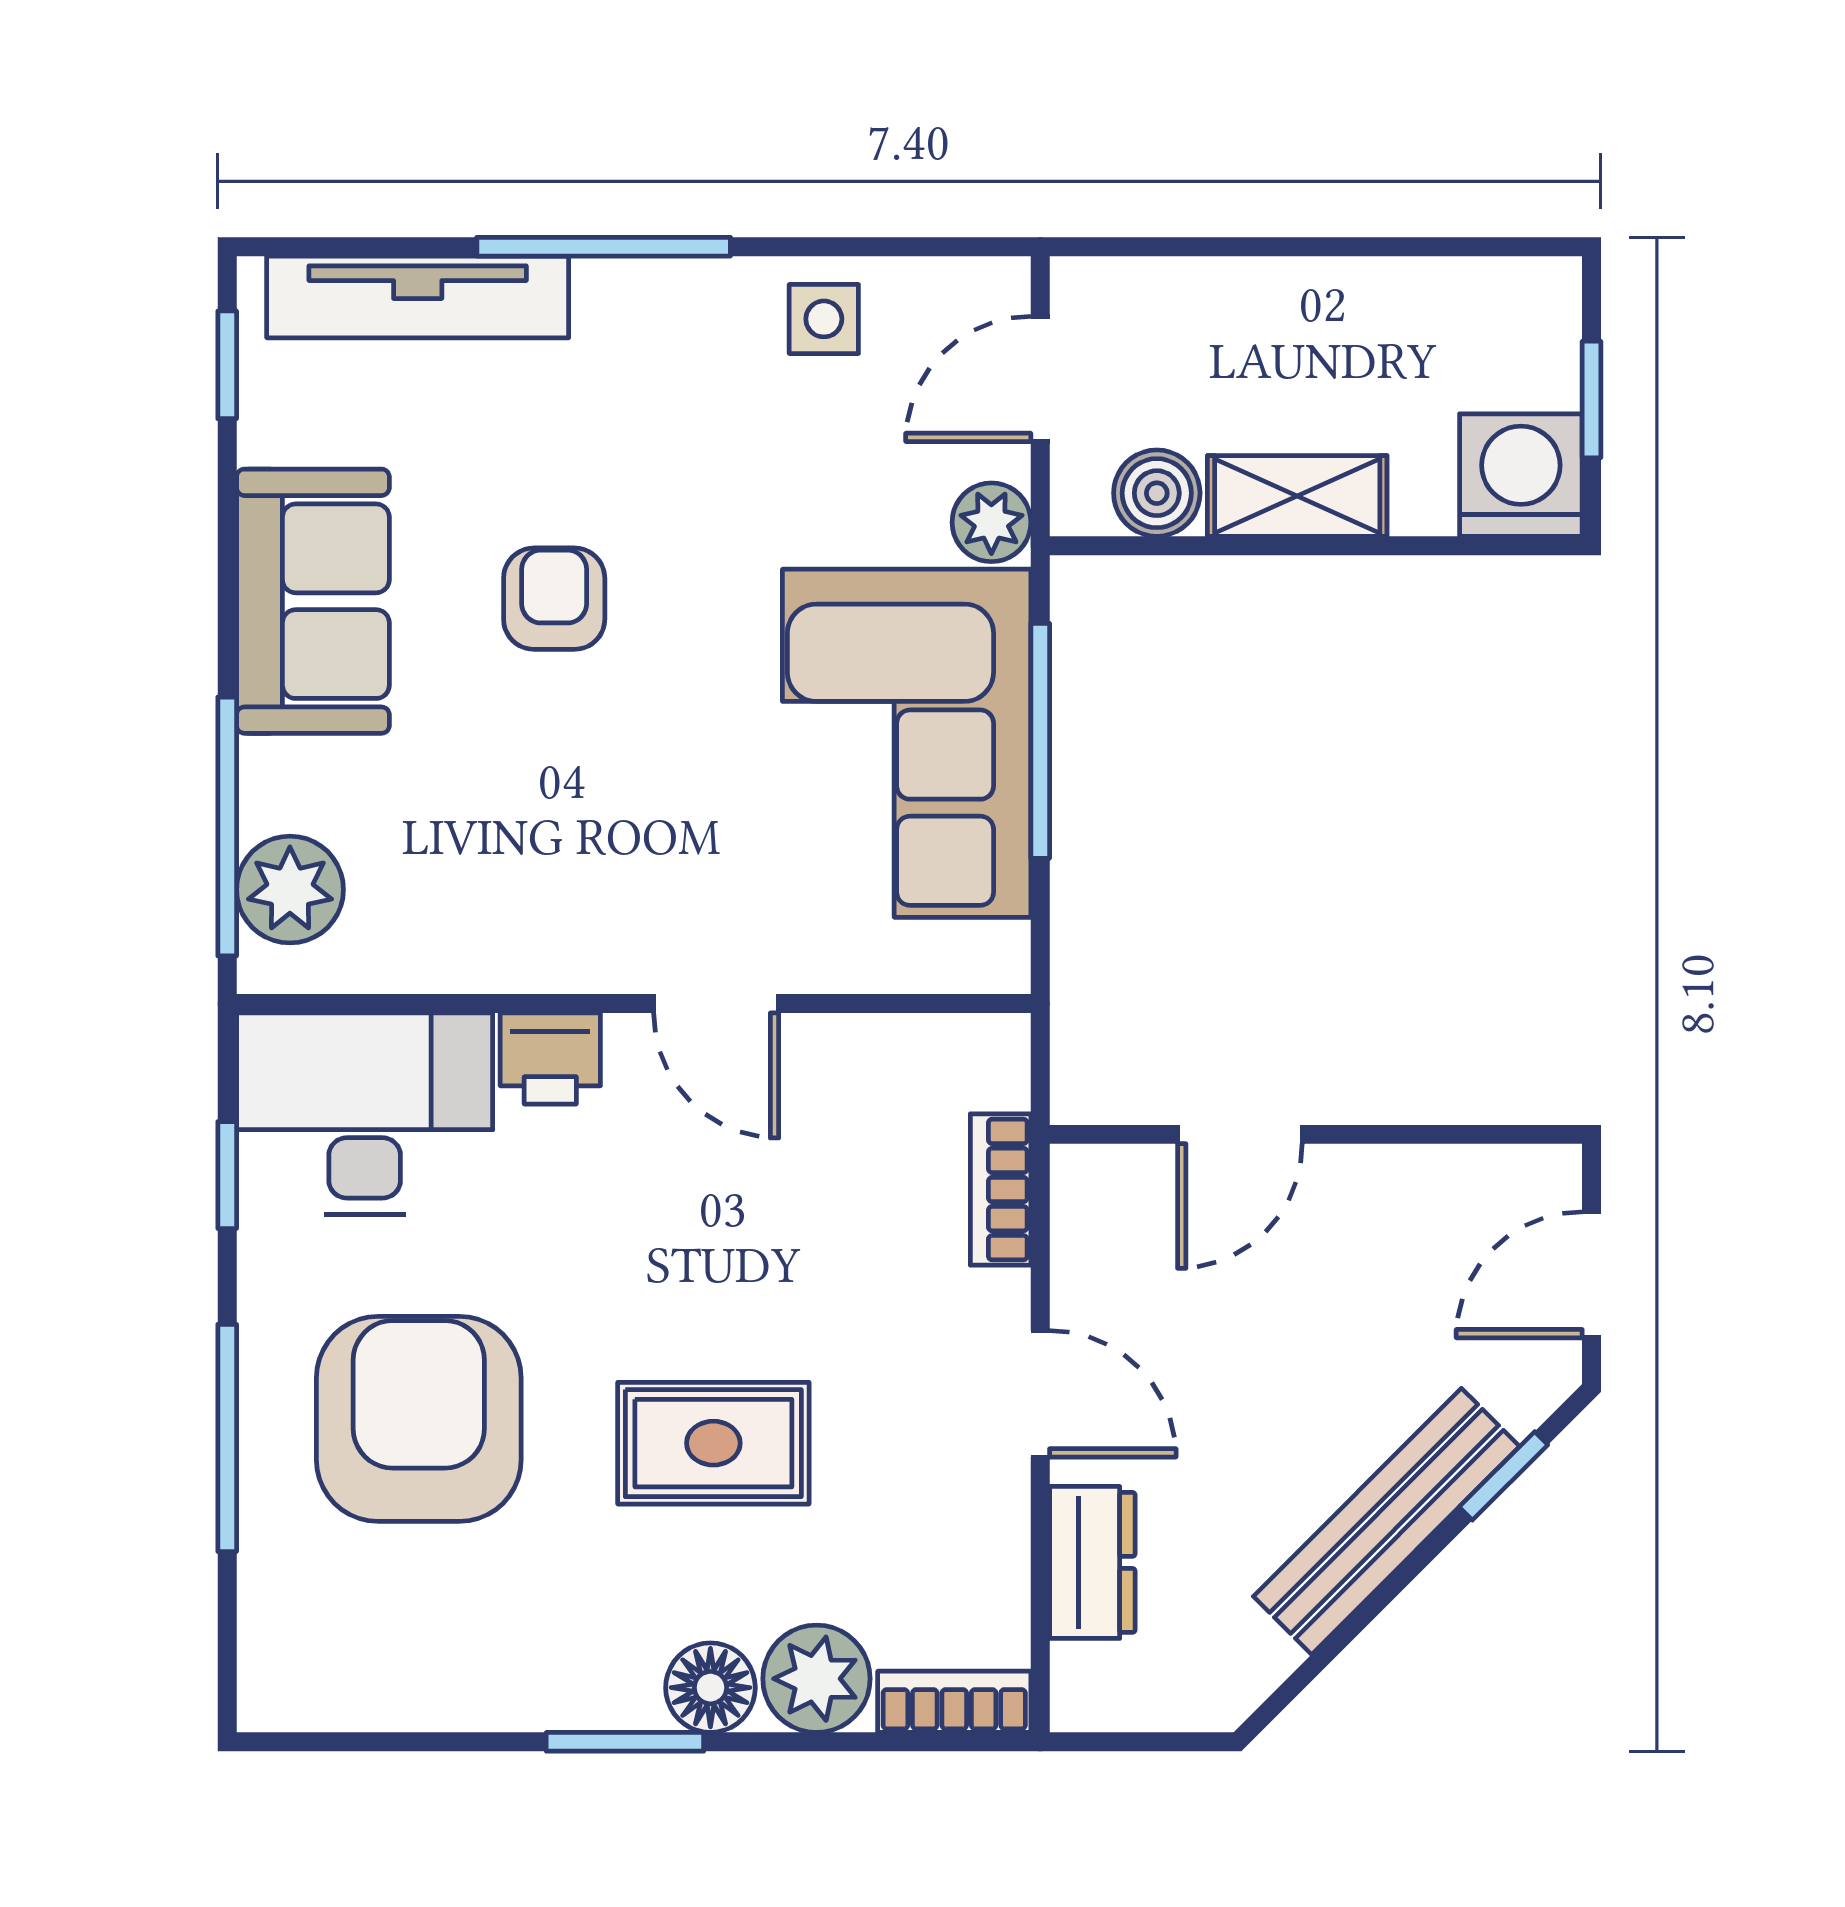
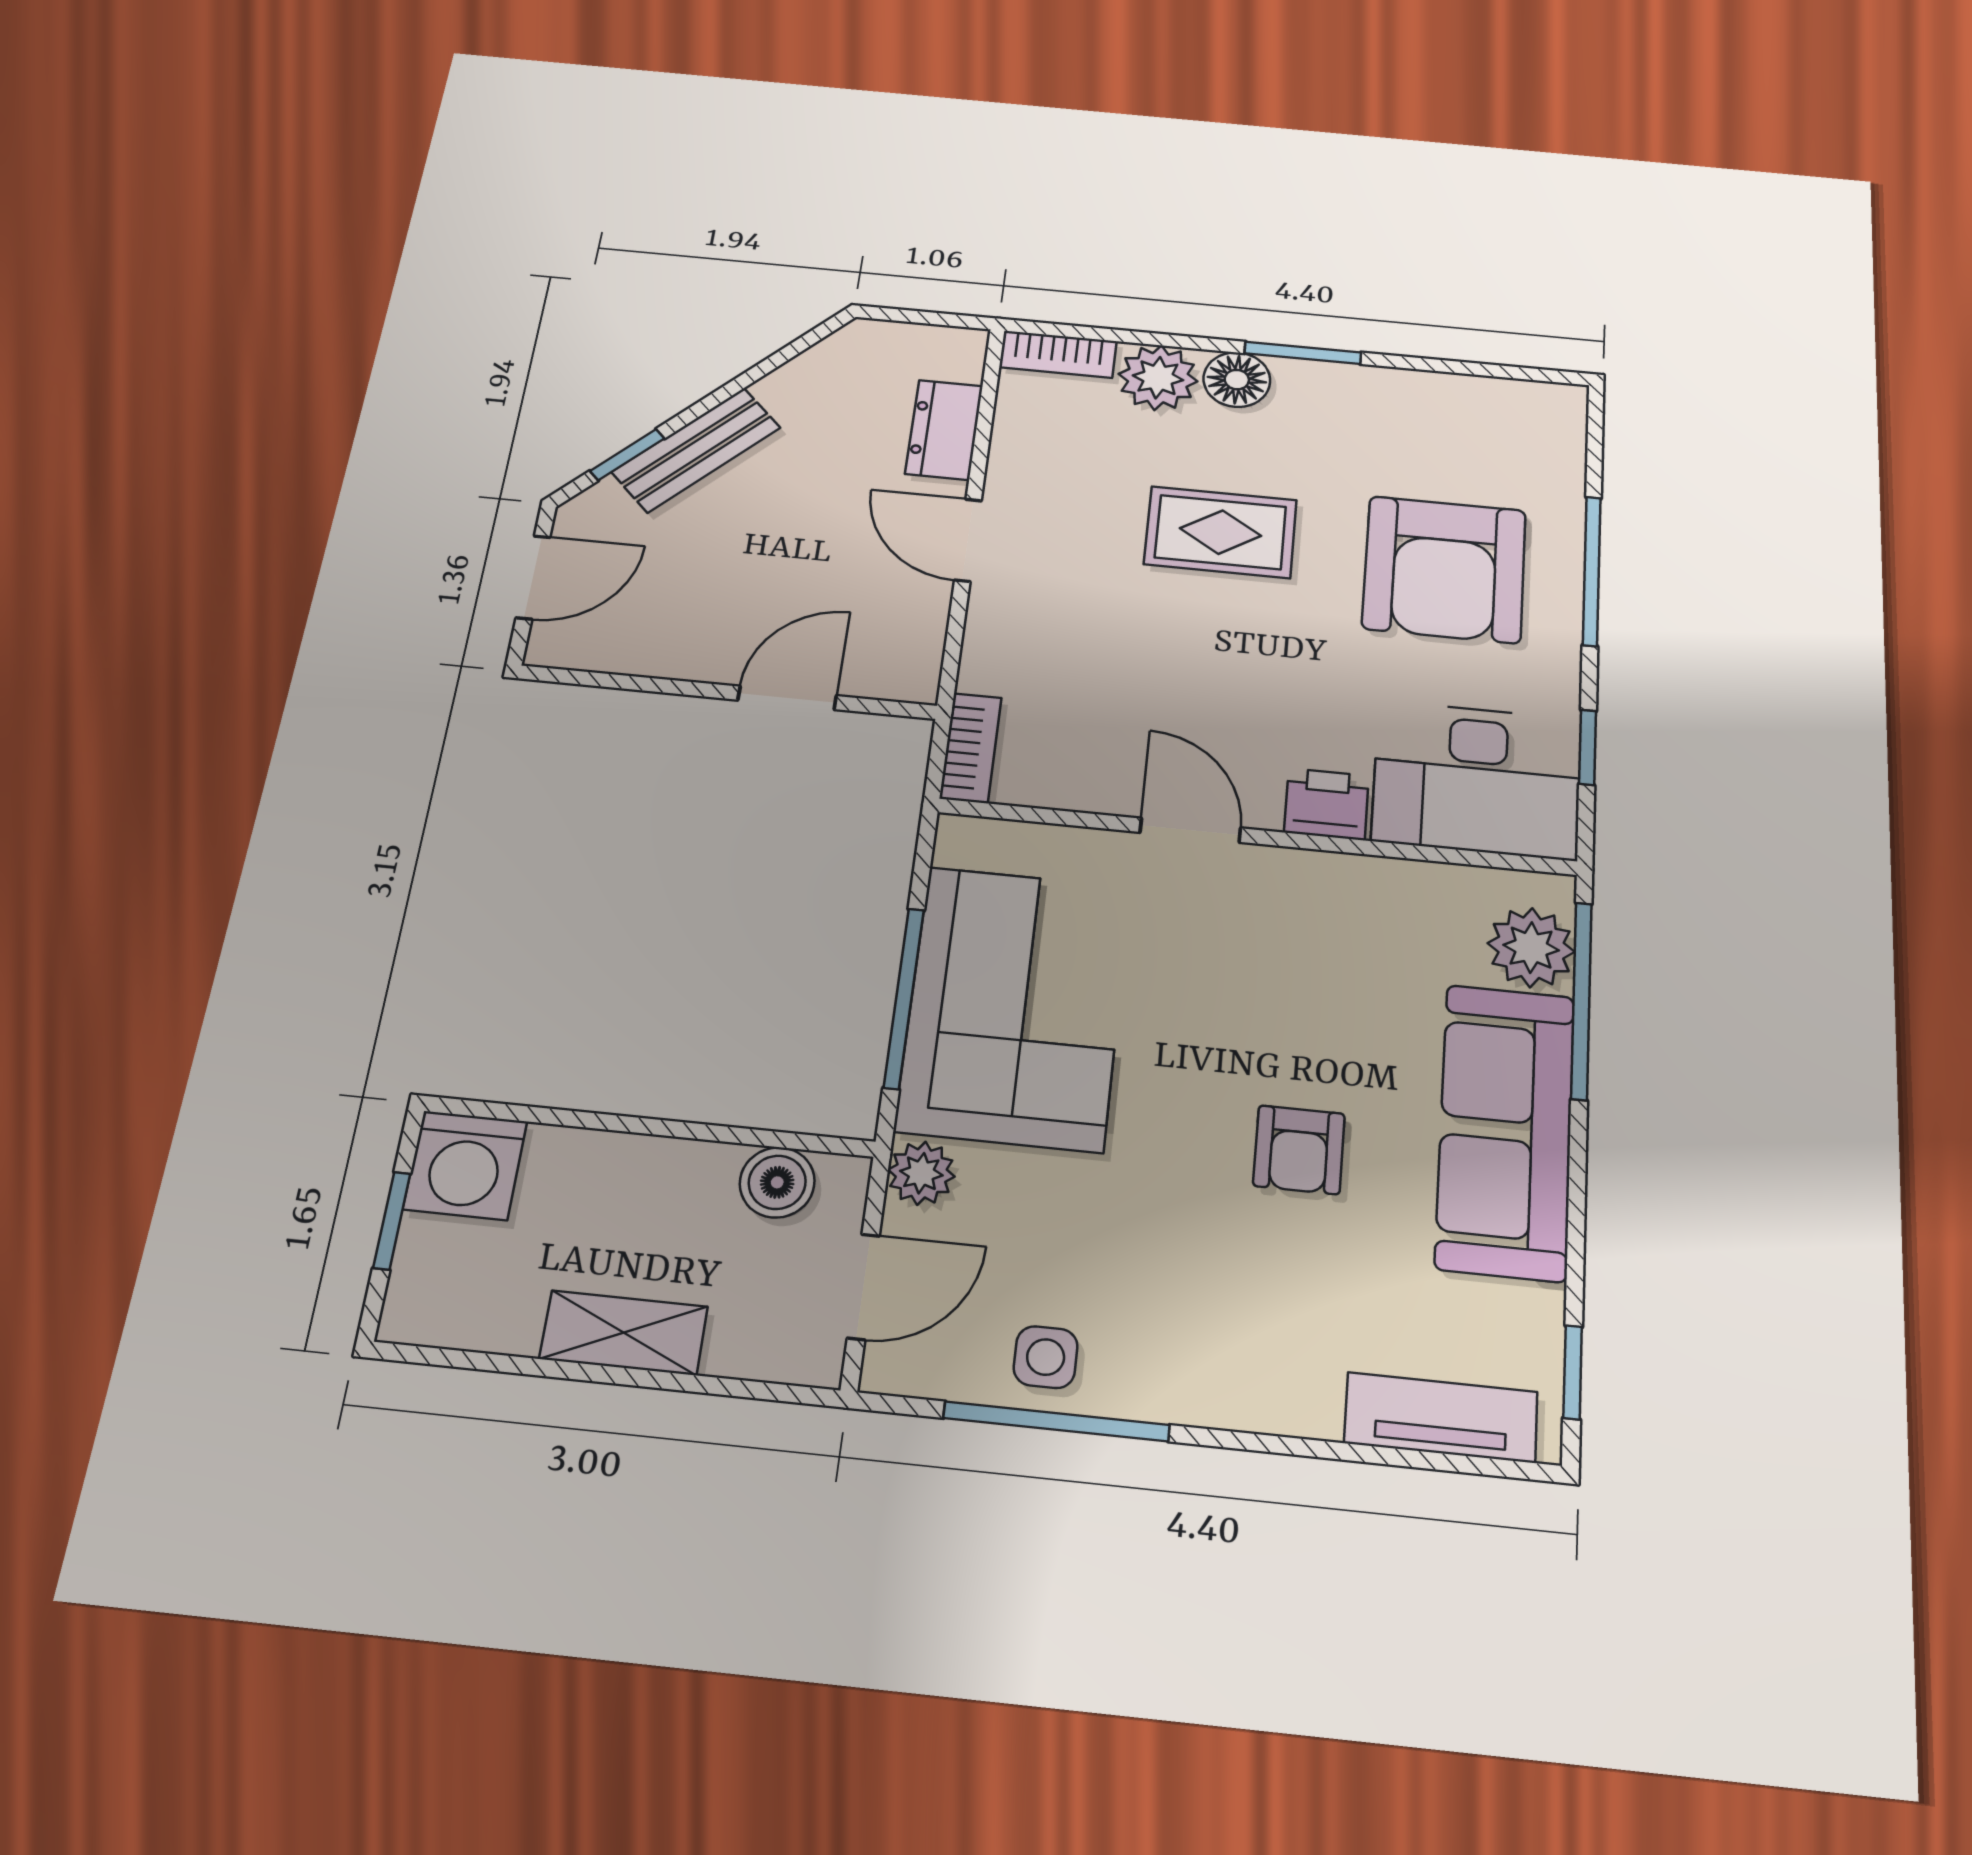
window: (604, 247) -> (1056, 1421), moved
tv unit: (418, 297) -> (1441, 1417), width x0.71
shelving: (1297, 496) -> (624, 1333), moved
sofa: (313, 601) -> (1506, 1131), width x1.36
bookcase: (1001, 1190) -> (971, 748), moved
bench: (1387, 1521) -> (696, 450), width x0.73

